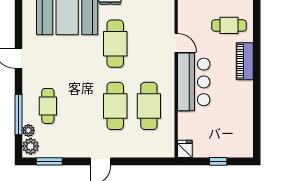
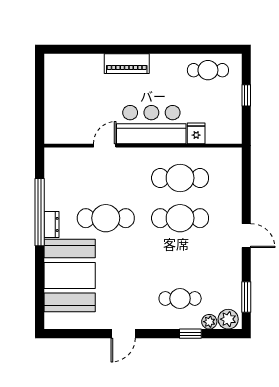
cafe table: (229, 25) -> (208, 70), moved, turned 90
window: (18, 115) -> (190, 334), width x0.46
fridge: (185, 149) -> (196, 133), moved, turned 90

